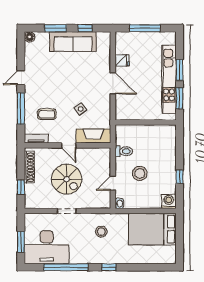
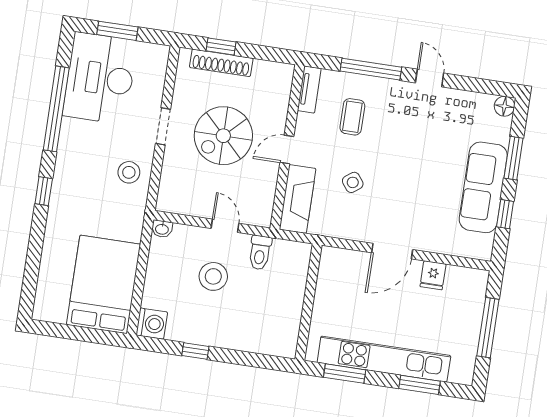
window: (179, 70) -> (420, 385), moved
shoe rack: (29, 167) -> (221, 63), moved
door: (113, 183) -> (225, 226), moved
stool: (101, 232) -> (129, 172), moved

